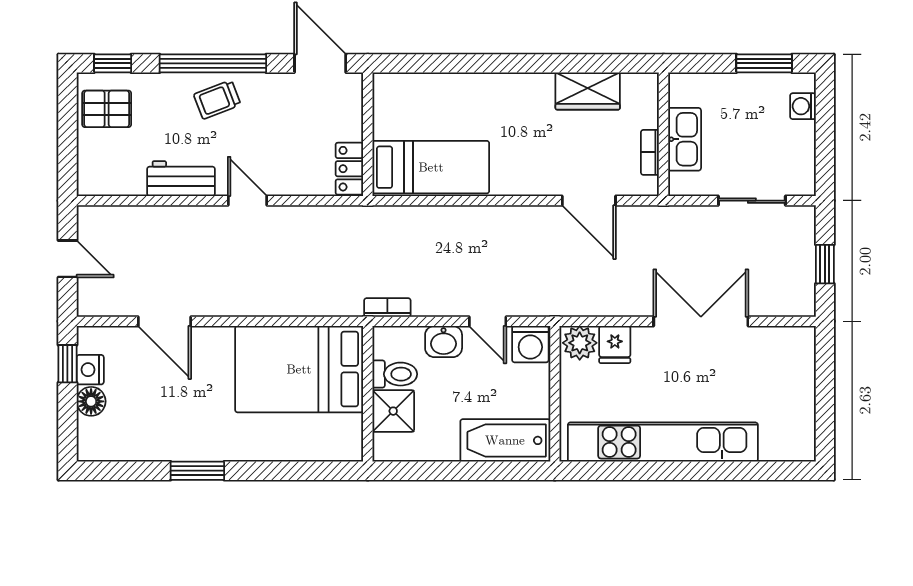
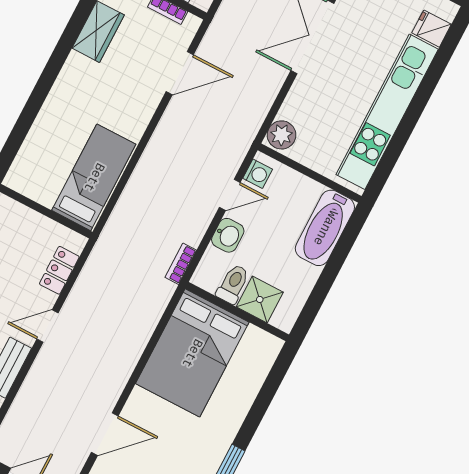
locker: (349, 169) -> (59, 270), moved, turned 90
washing machine: (530, 344) -> (258, 174), width x0.73, depth x0.73
fridge: (615, 344) -> (432, 29), moved, turned 180

